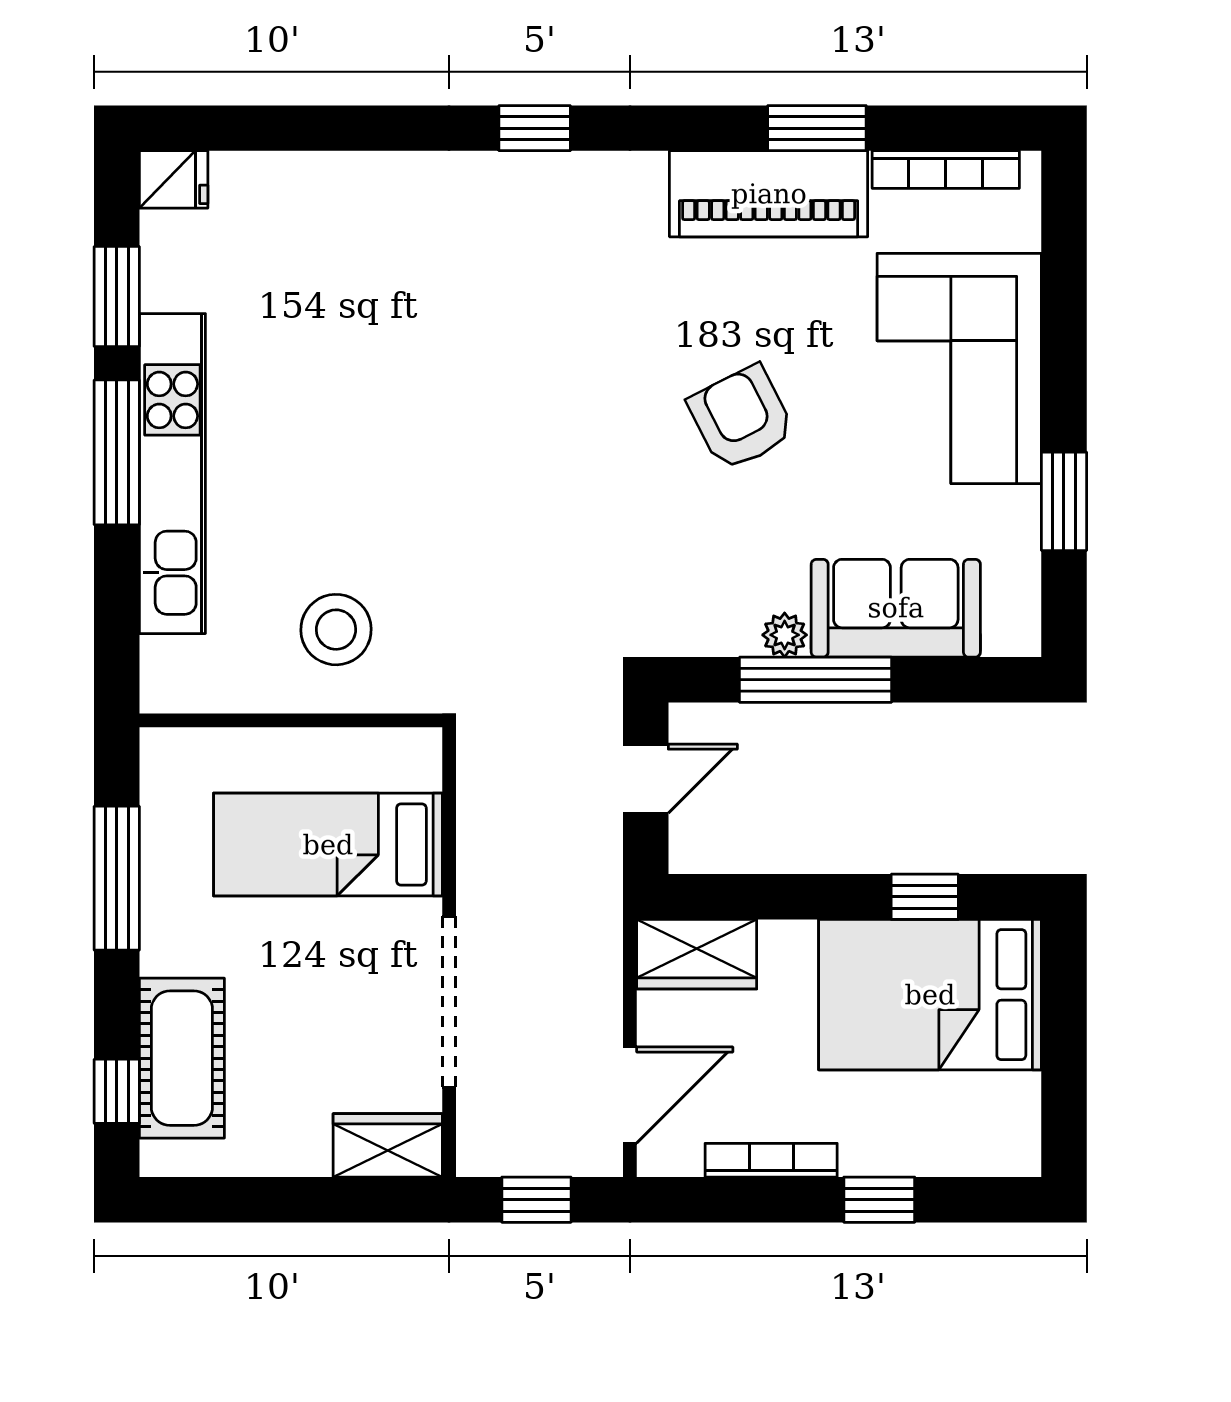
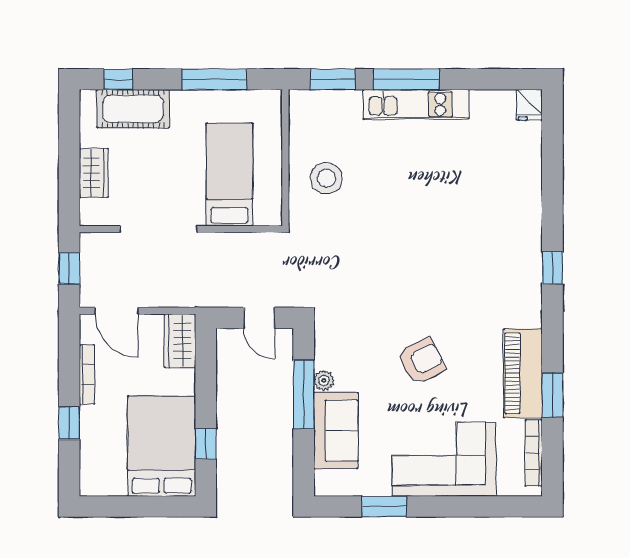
window: (117, 297) -> (333, 79), moved
kitchen unit: (172, 474) -> (416, 104), width x0.73
wardrobe: (388, 1145) -> (94, 173), moved

